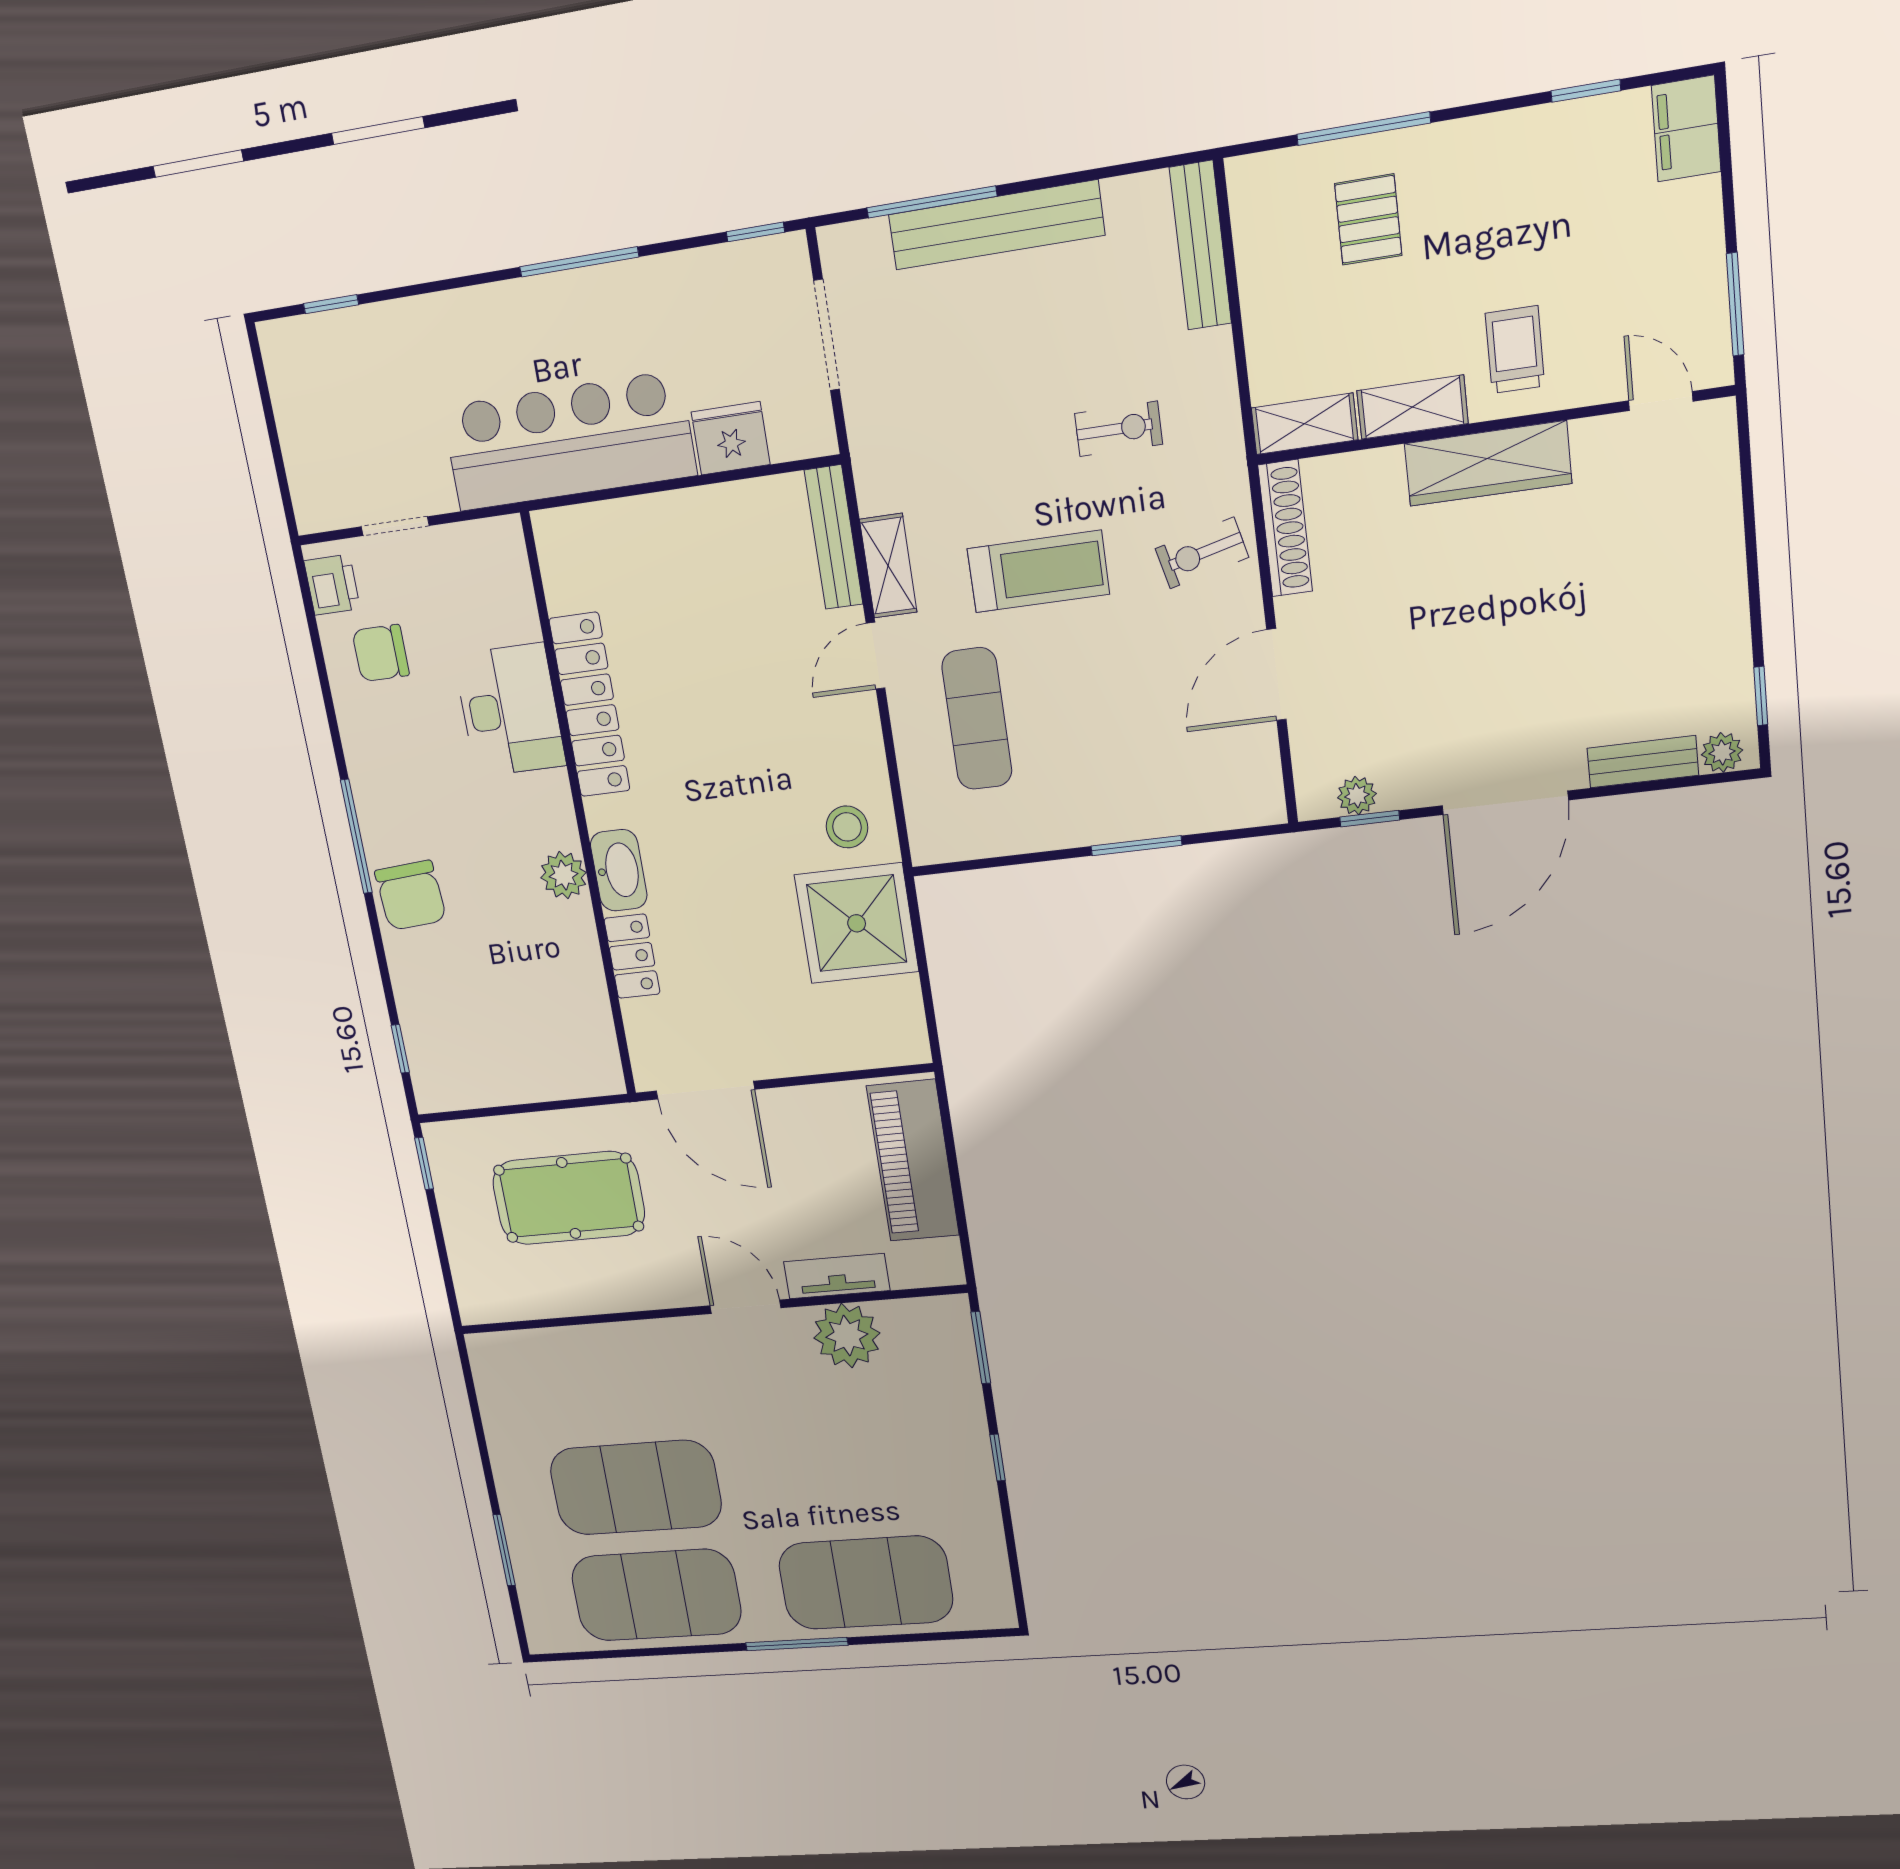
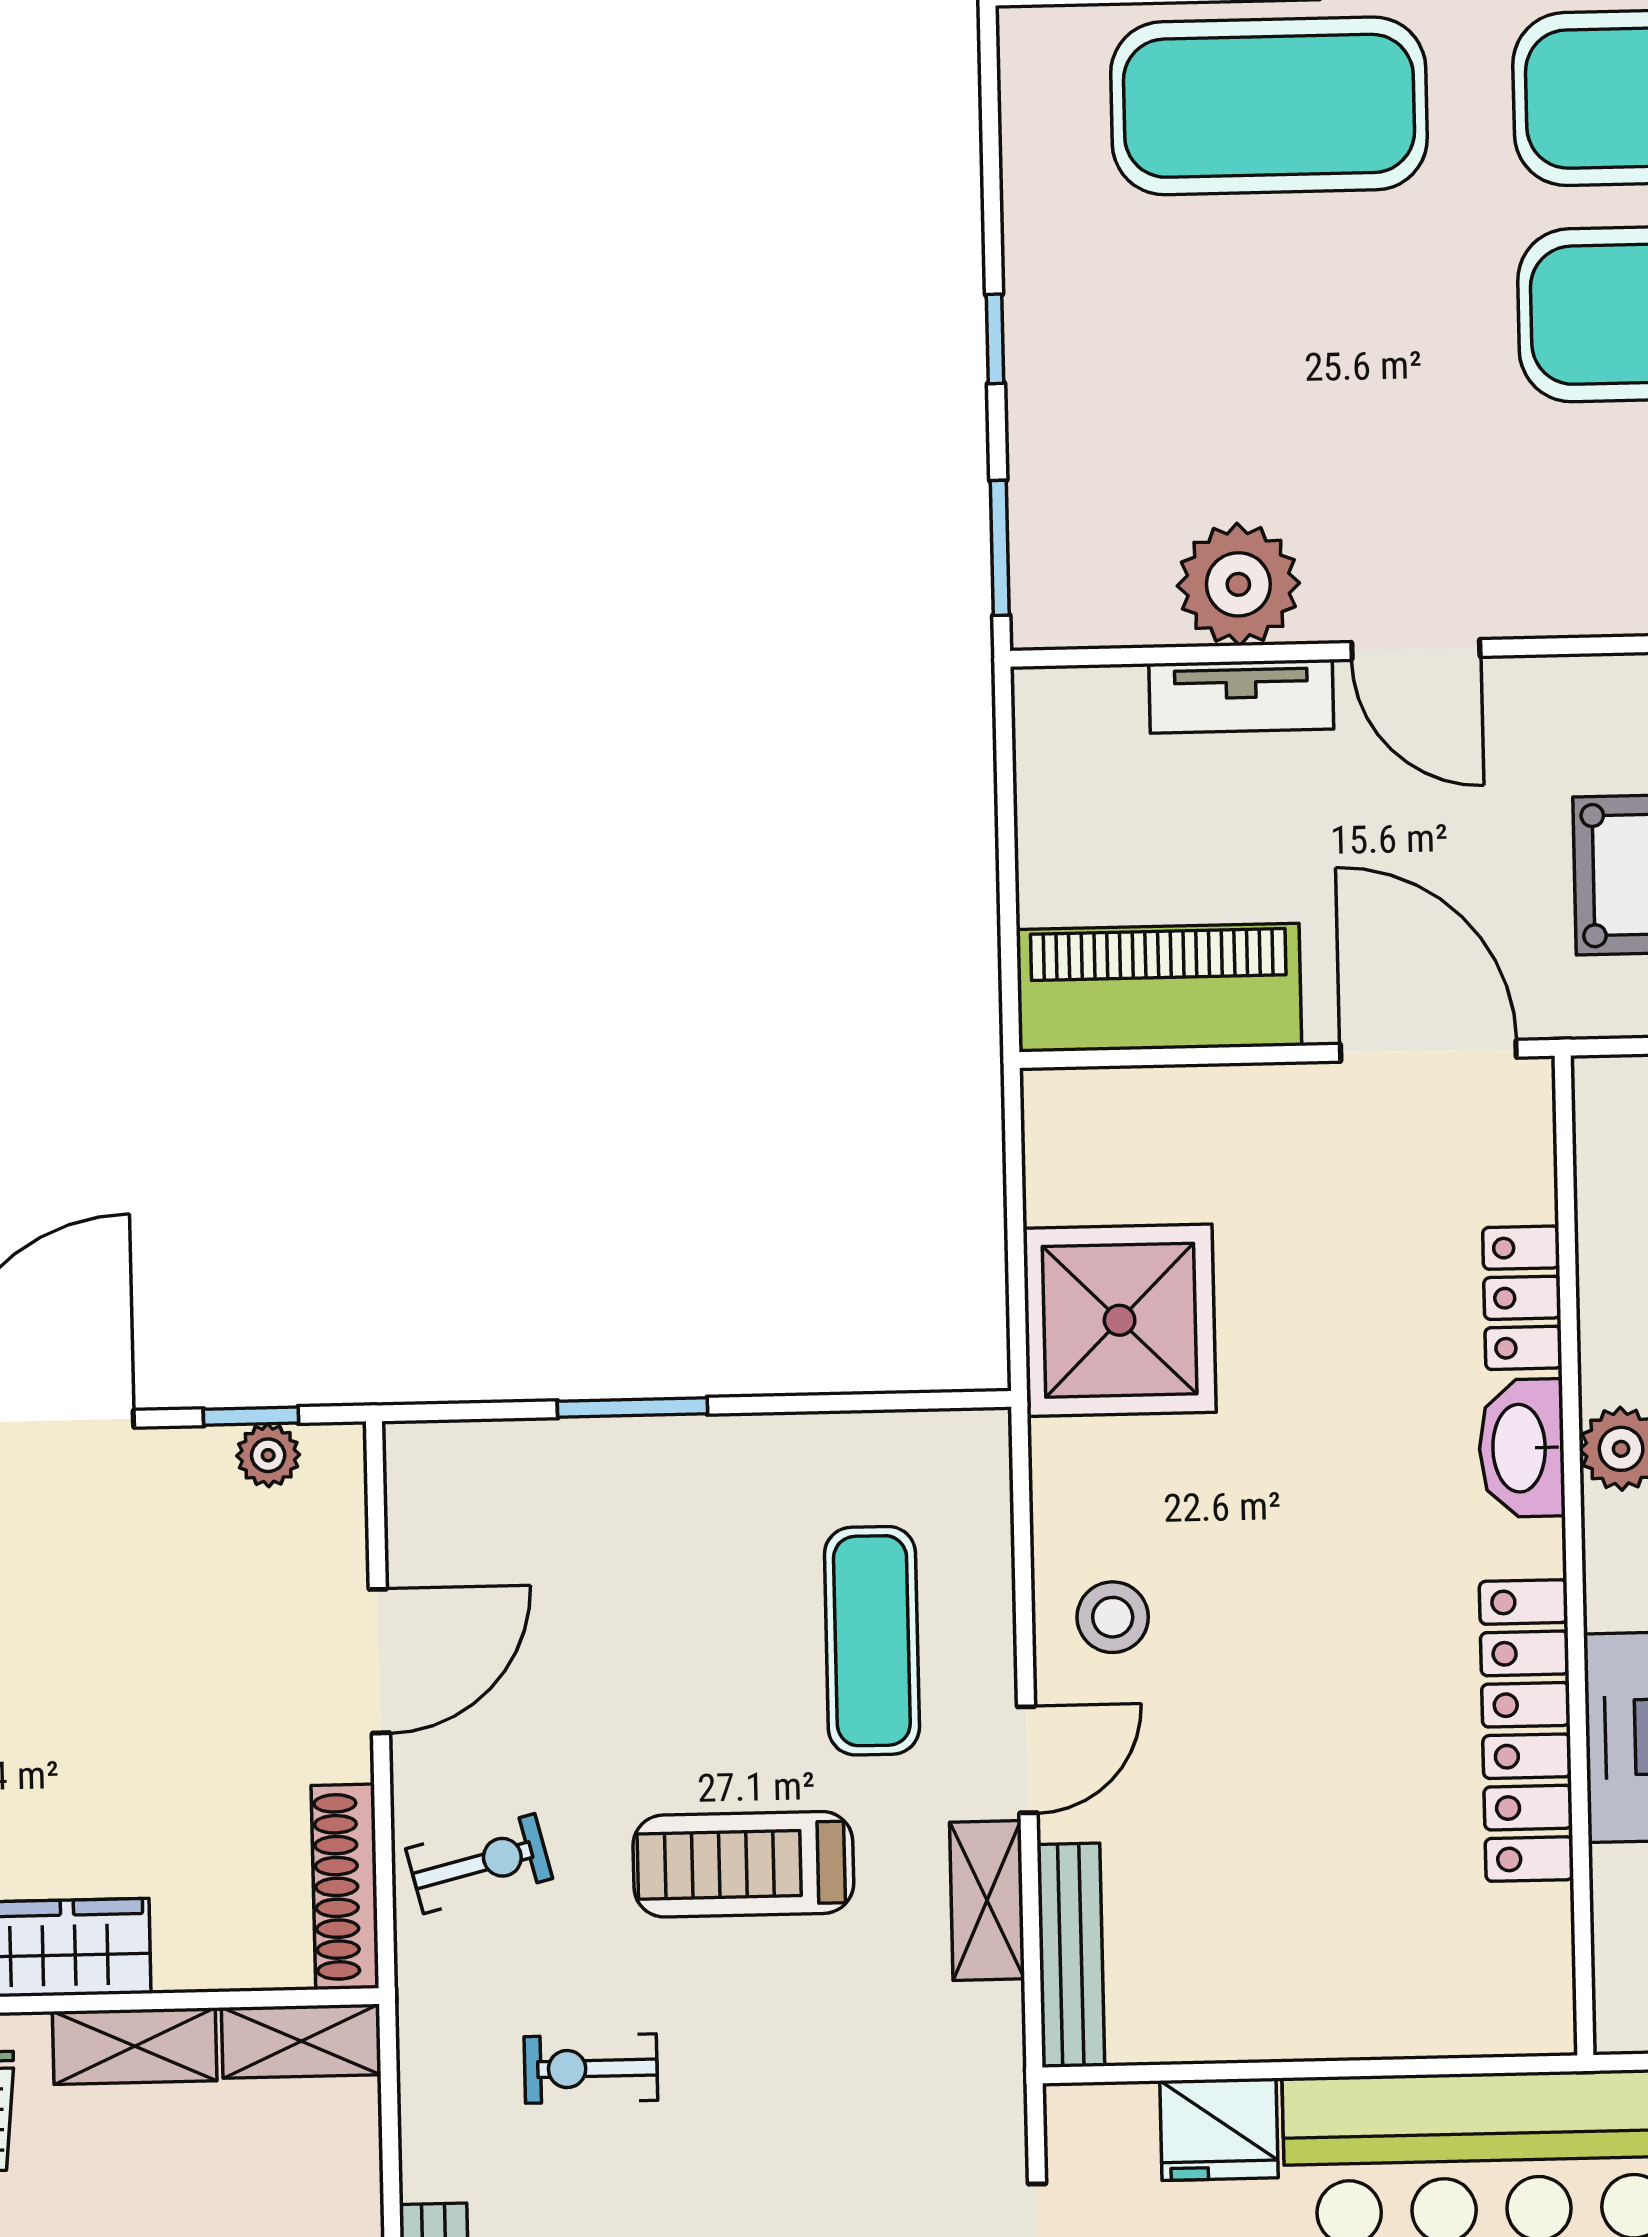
stool: (847, 827) -> (1113, 1617), moved
piano: (913, 1161) -> (1159, 988), moved, turned -90

